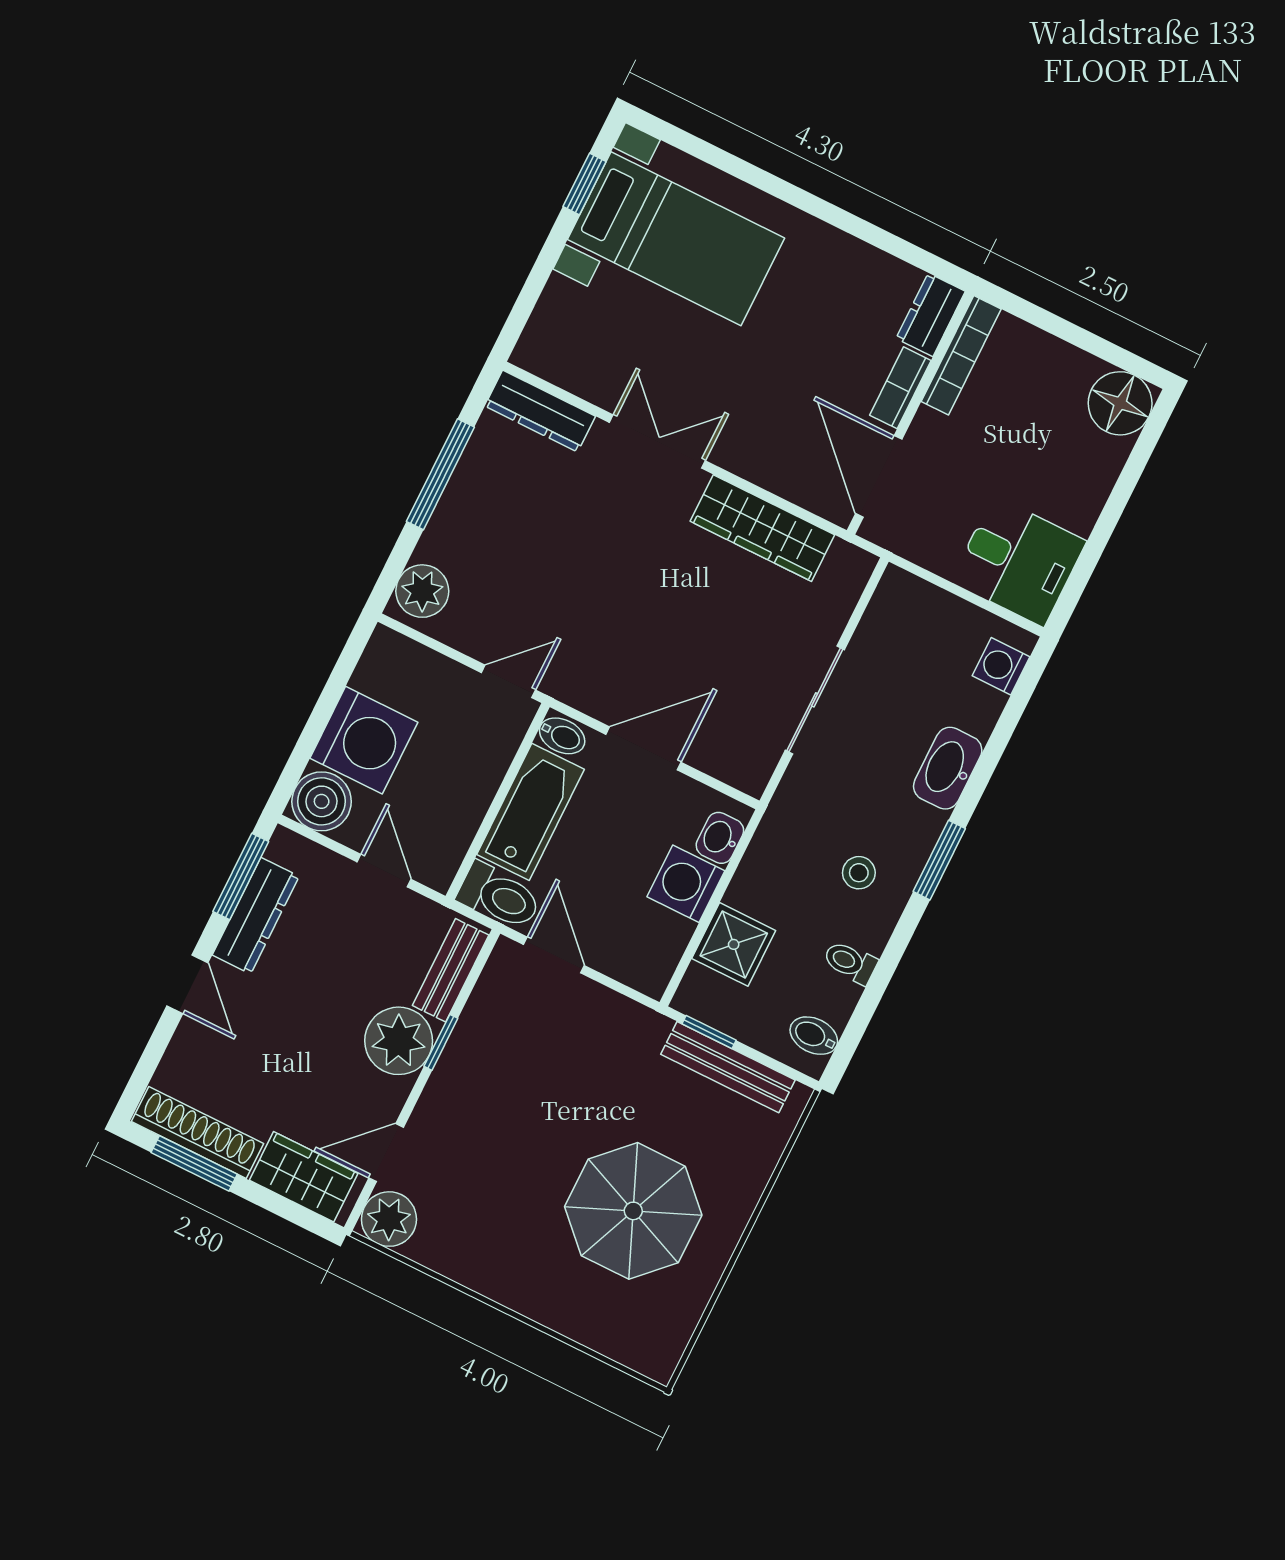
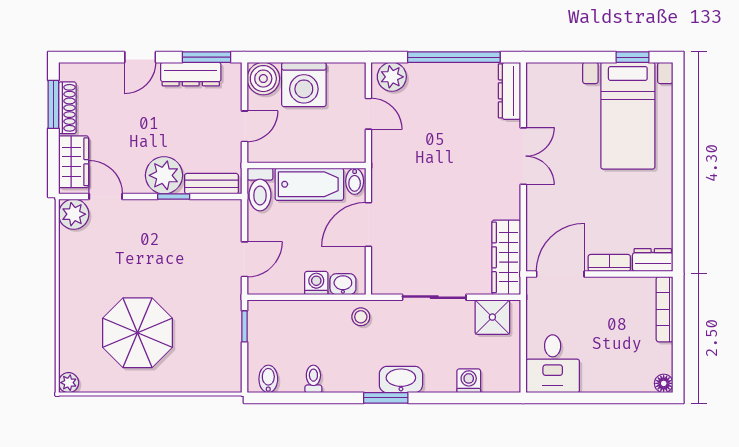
bookcase: (961, 355) -> (665, 309), moved, turned 90
floor lamp: (1120, 403) -> (664, 383), width x0.53, depth x0.53
window: (440, 474) -> (454, 57), width x1.46
wardrobe: (762, 528) -> (506, 257), moved
washing machine: (1001, 666) -> (469, 381), moved
door: (508, 681) -> (368, 114), moved
door: (643, 748) -> (368, 224), swing flipped
washbasin: (948, 768) -> (401, 379), moved
stool: (859, 873) -> (361, 317), moved
washing machine: (686, 884) -> (316, 283), width x0.73, depth x0.73
shower: (734, 944) -> (492, 317), moved
door: (554, 955) -> (244, 259), moved
bench: (728, 1067) -> (232, 344), removed
shoe rack: (197, 1133) -> (67, 108), width x0.74, depth x0.81
plant: (659, 1363) -> (69, 383), added

